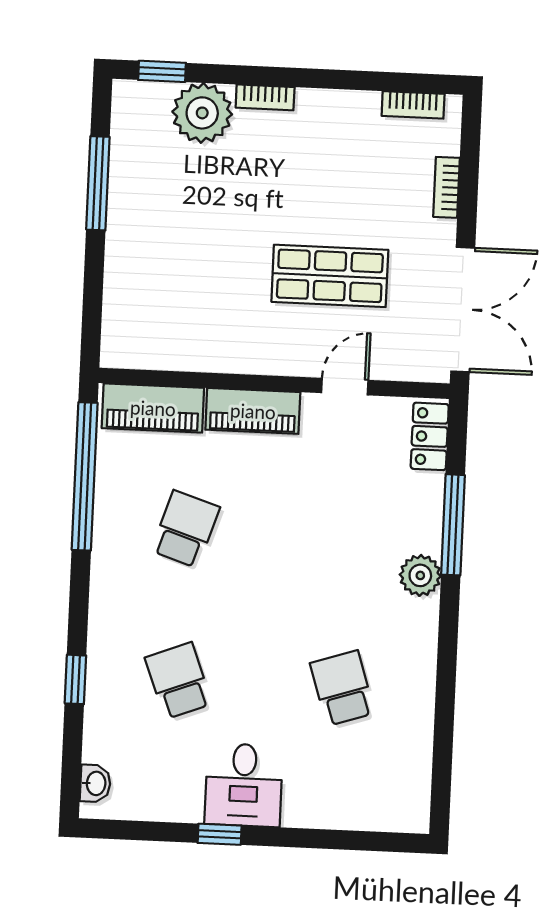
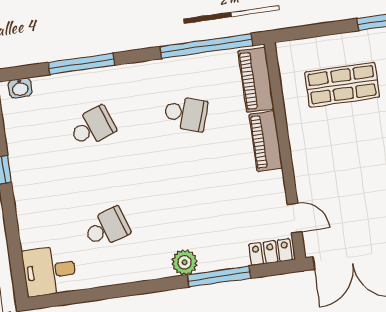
shop shelf: (330, 276) -> (342, 85), moved, turned 90
door: (345, 387) -> (295, 218), moved
window: (75, 679) -> (81, 64), width x2.17
desk: (244, 785) -> (49, 271), moved

